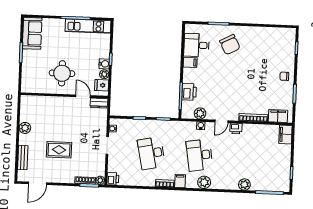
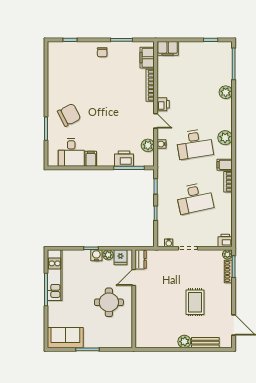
plant: (25, 128) -> (184, 342), moved

